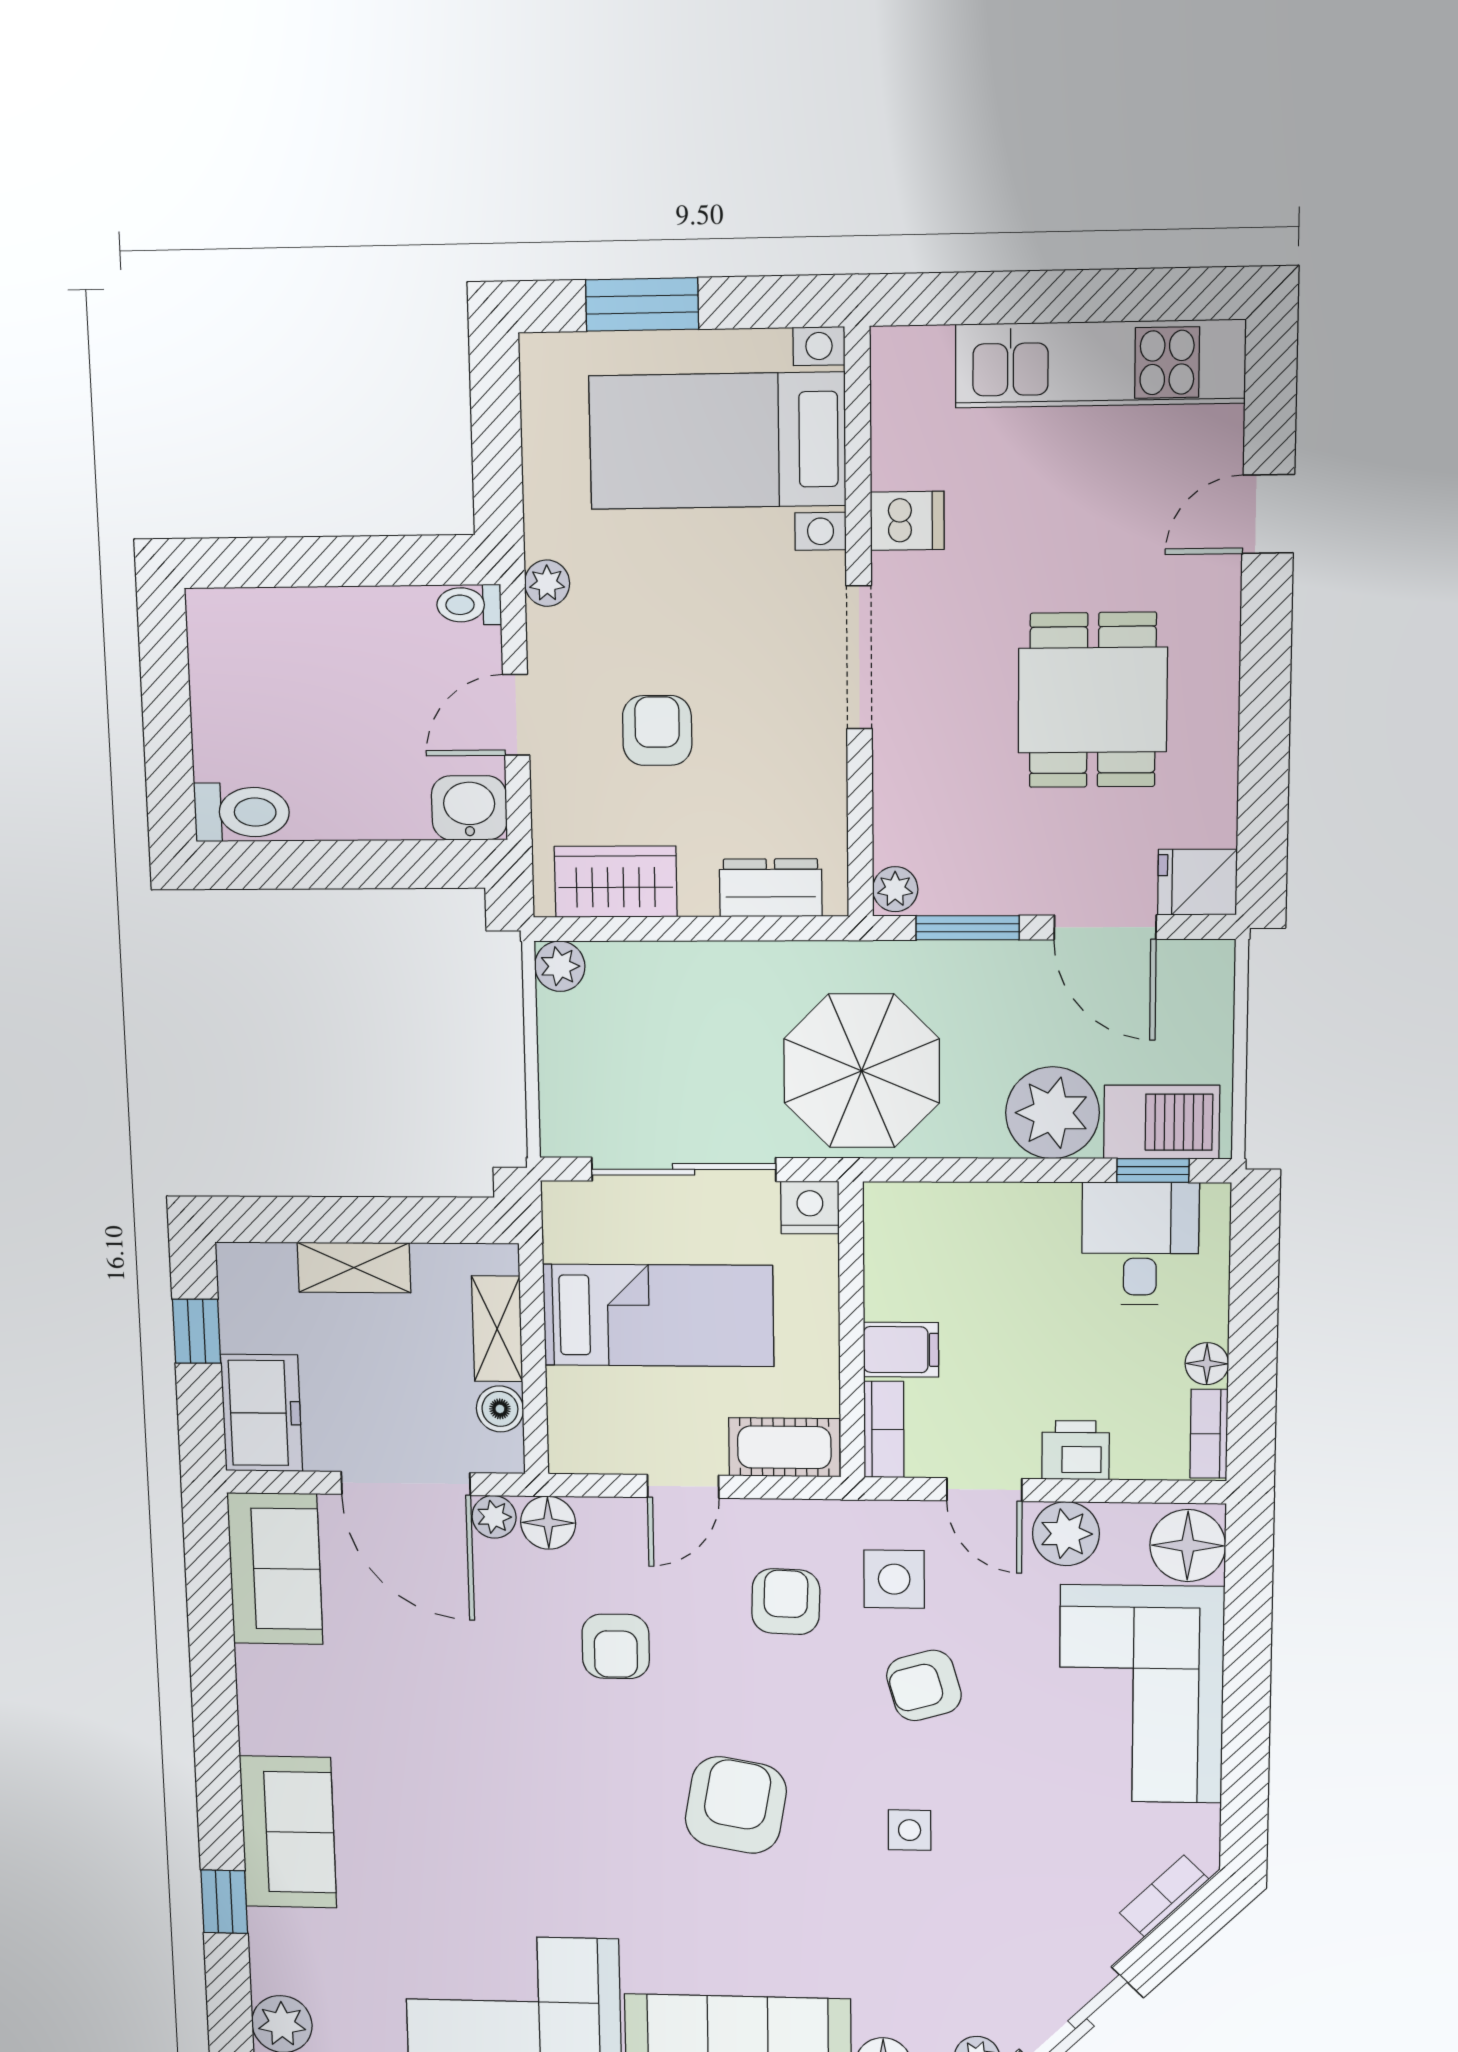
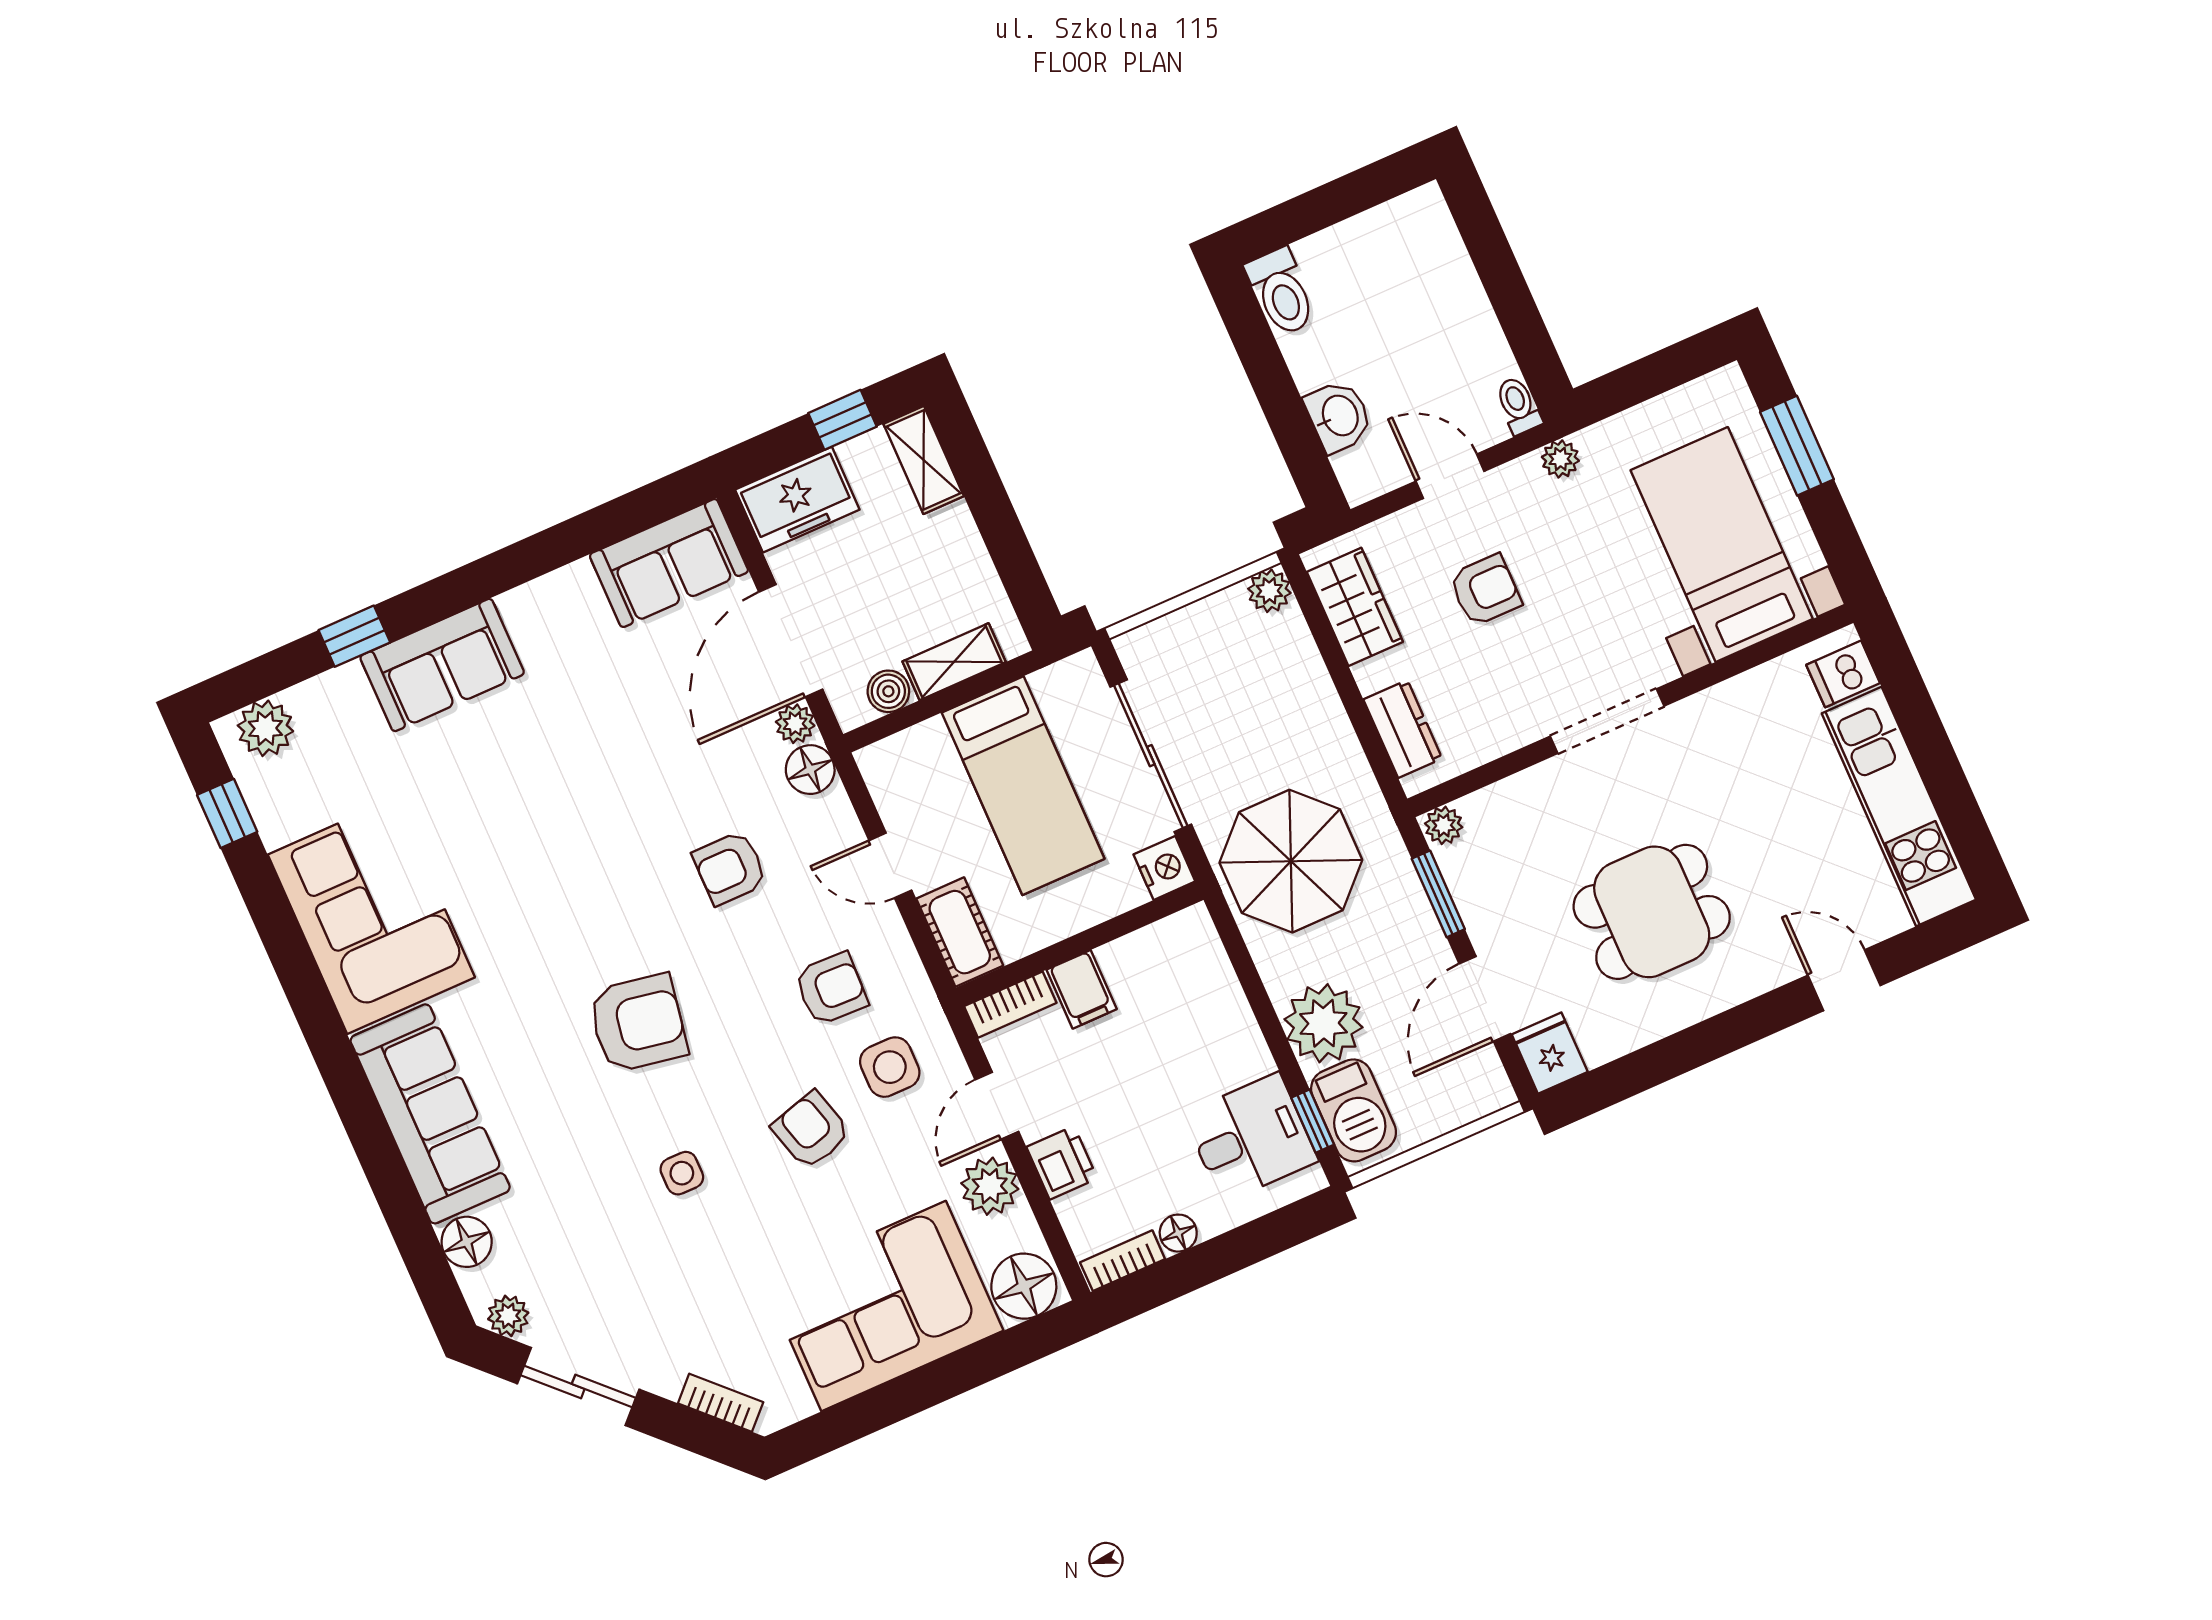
dishwasher: (907, 521) -> (1843, 674), moved, turned 90
washbasin: (469, 808) -> (1339, 416), moved
shelving: (354, 1268) -> (924, 460), moved

